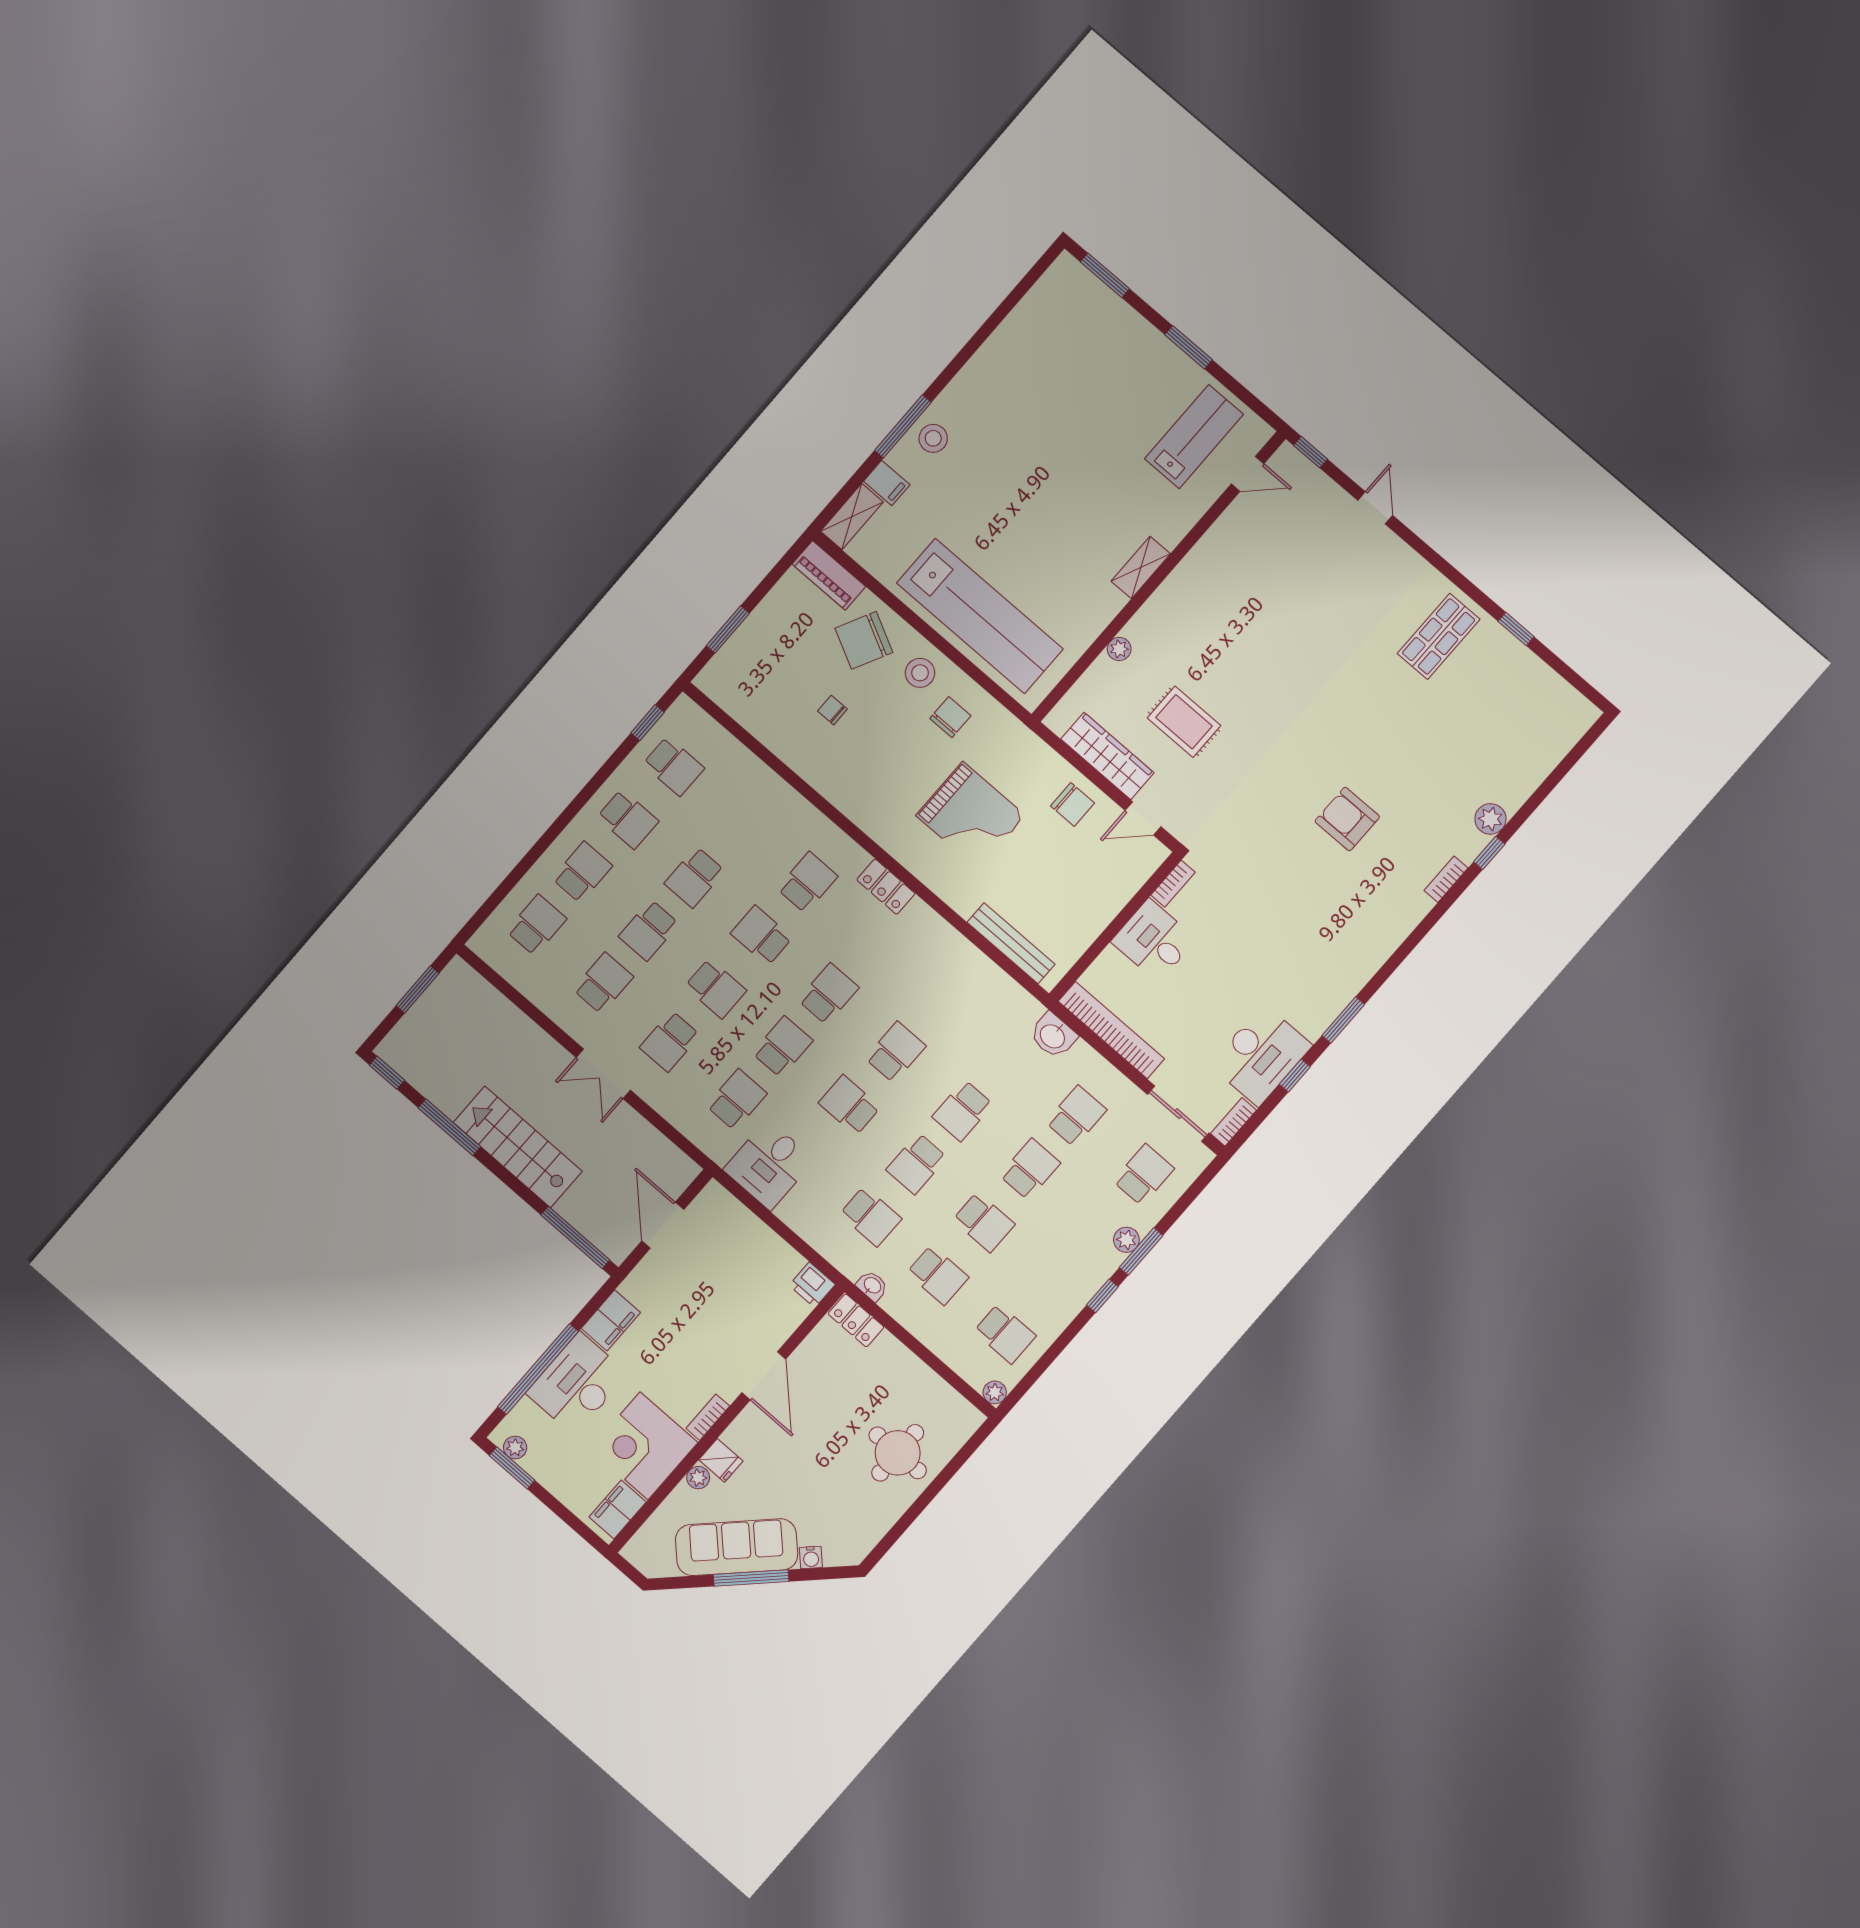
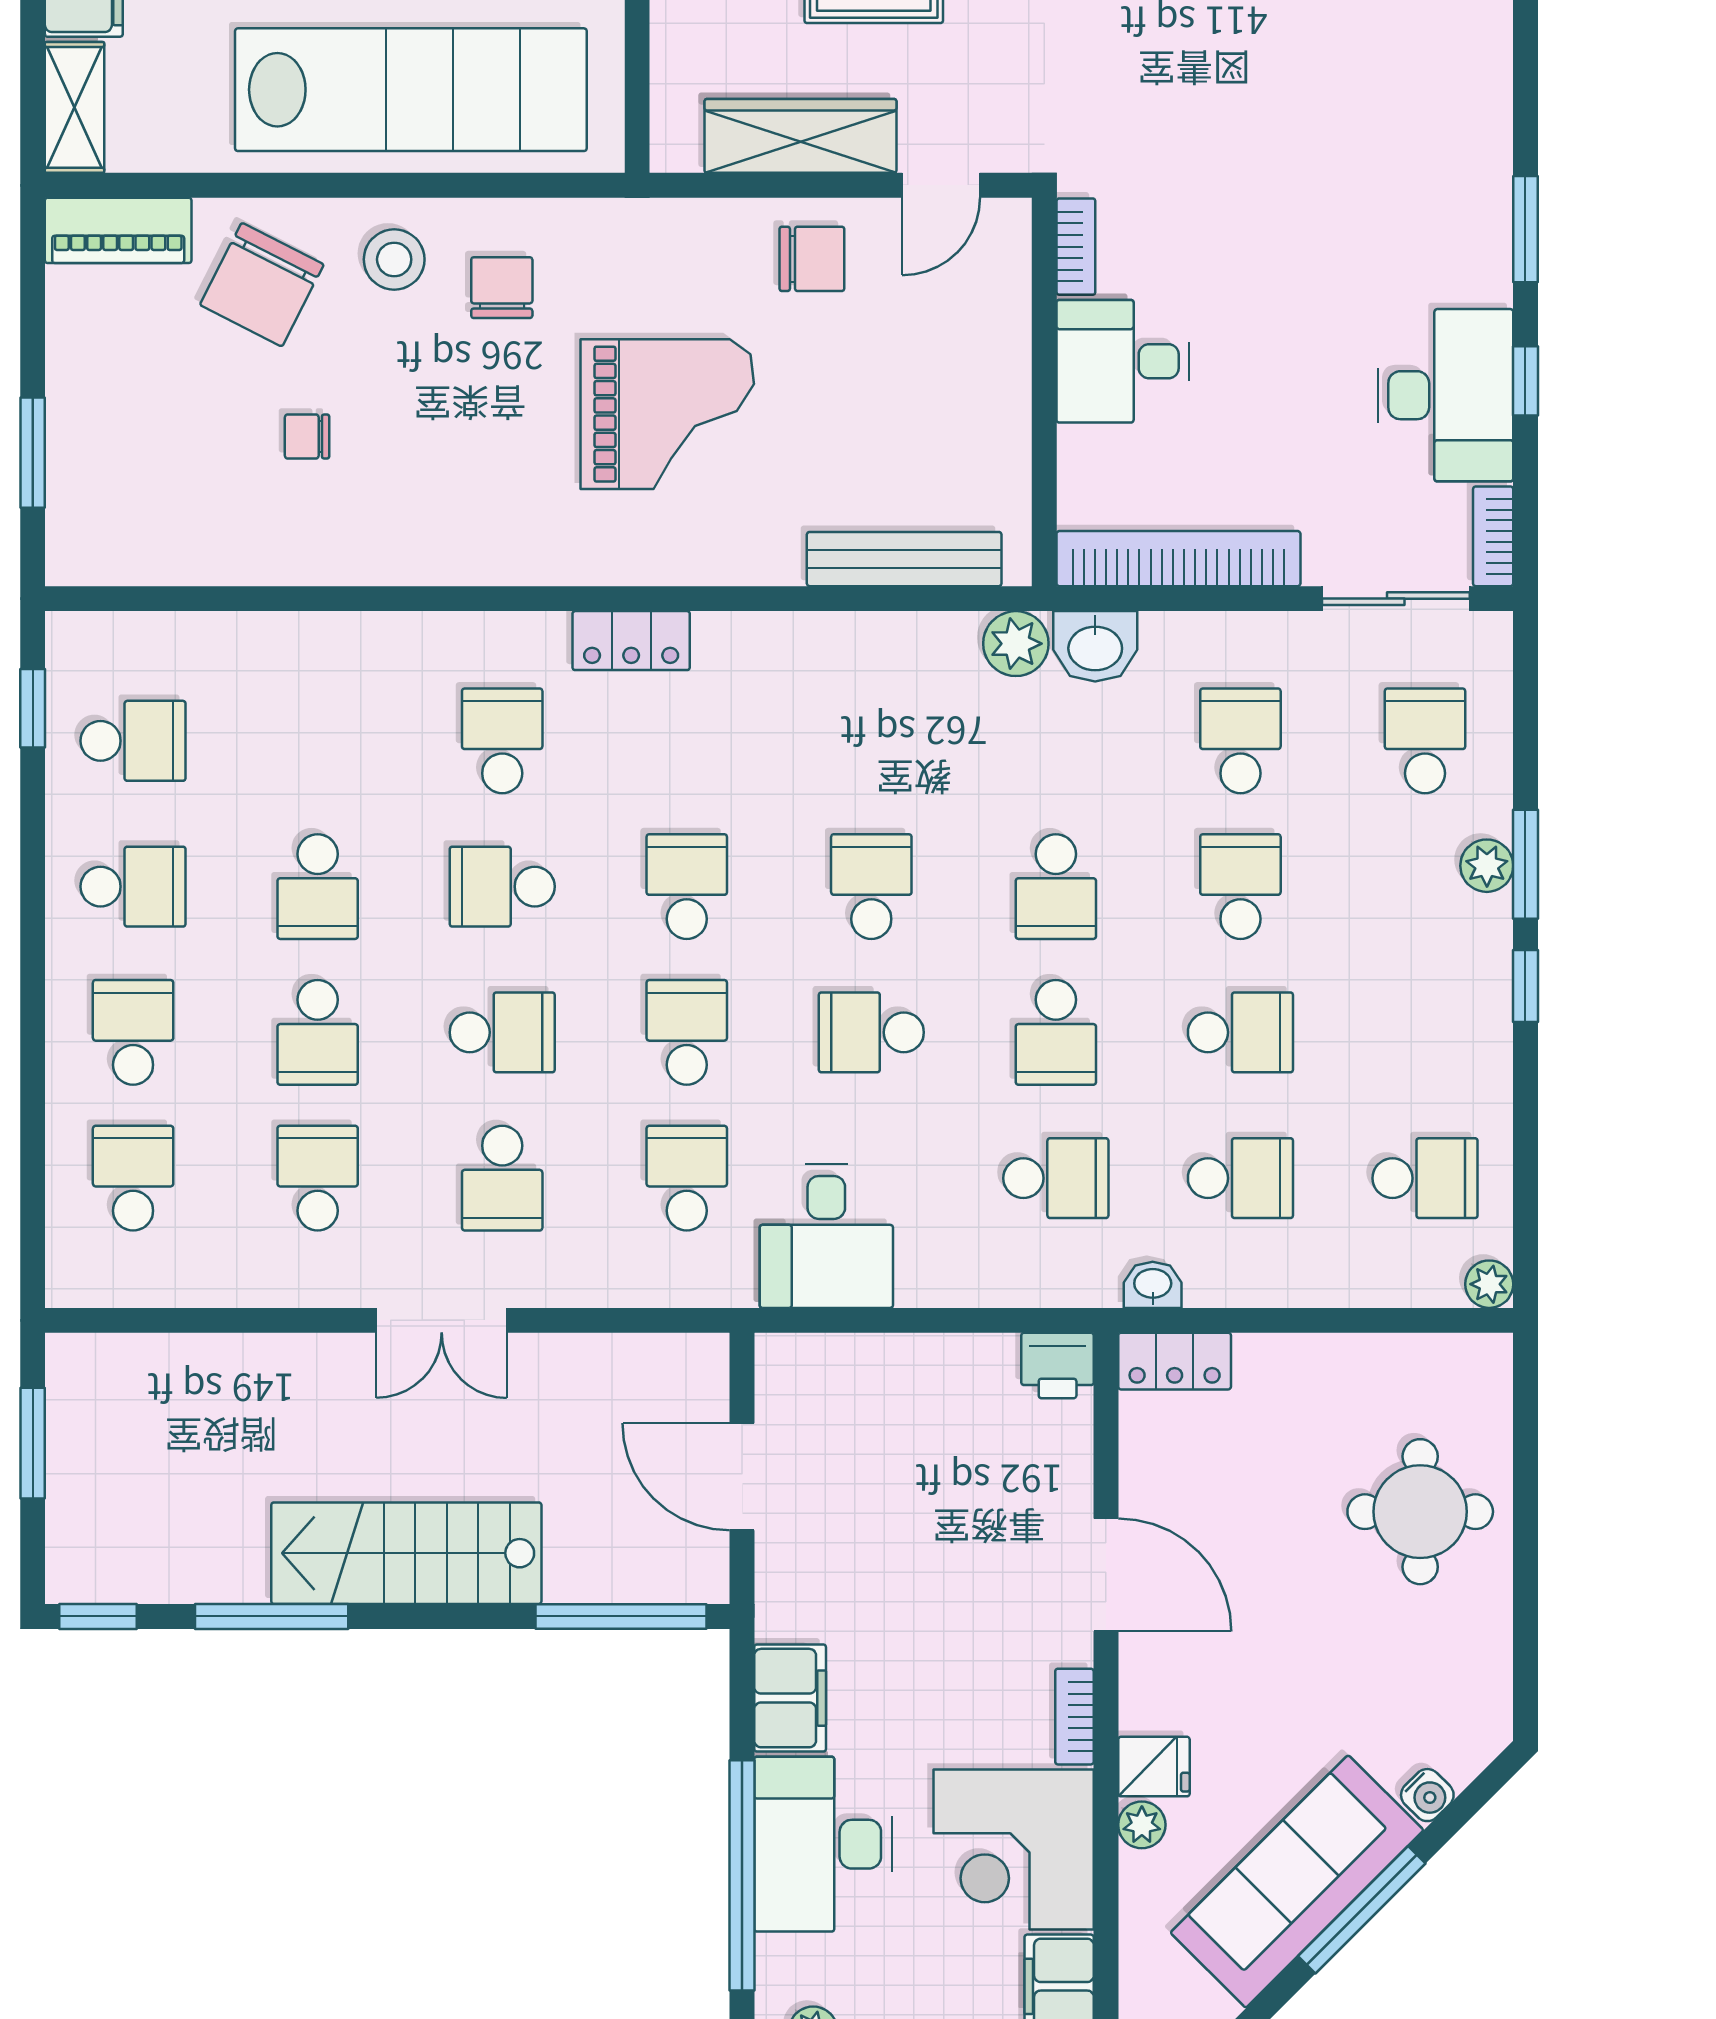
plant: (1025, 1009) -> (1016, 644), added

